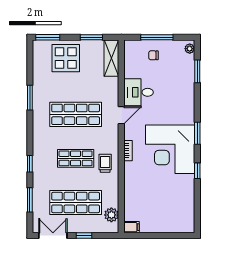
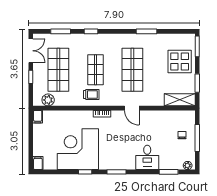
desk: (138, 92) -> (147, 157), moved, turned 180
corner desk: (170, 149) -> (78, 149), moved
filing cabinet: (187, 227) -> (38, 163), added

